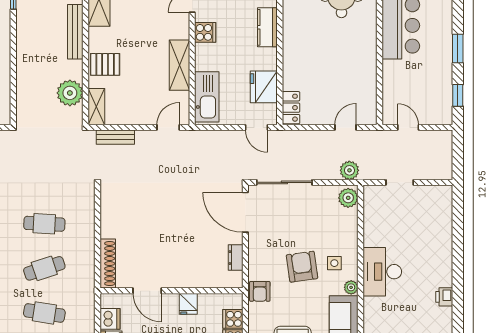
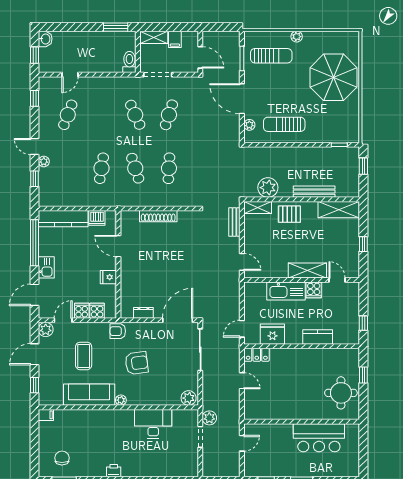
pallet: (105, 64) -> (289, 214), turned 90
shelving: (179, 65) -> (307, 270), moved
kitchen sink: (207, 97) -> (286, 291), moved
door: (346, 127) -> (242, 381), moved
plant: (349, 170) -> (209, 418), moved
side table: (334, 263) -> (139, 388), removed
shoe rack: (108, 264) -> (158, 216), moved
desk: (382, 272) -> (153, 424), moved
door: (147, 291) -> (118, 246), hinge flipped

